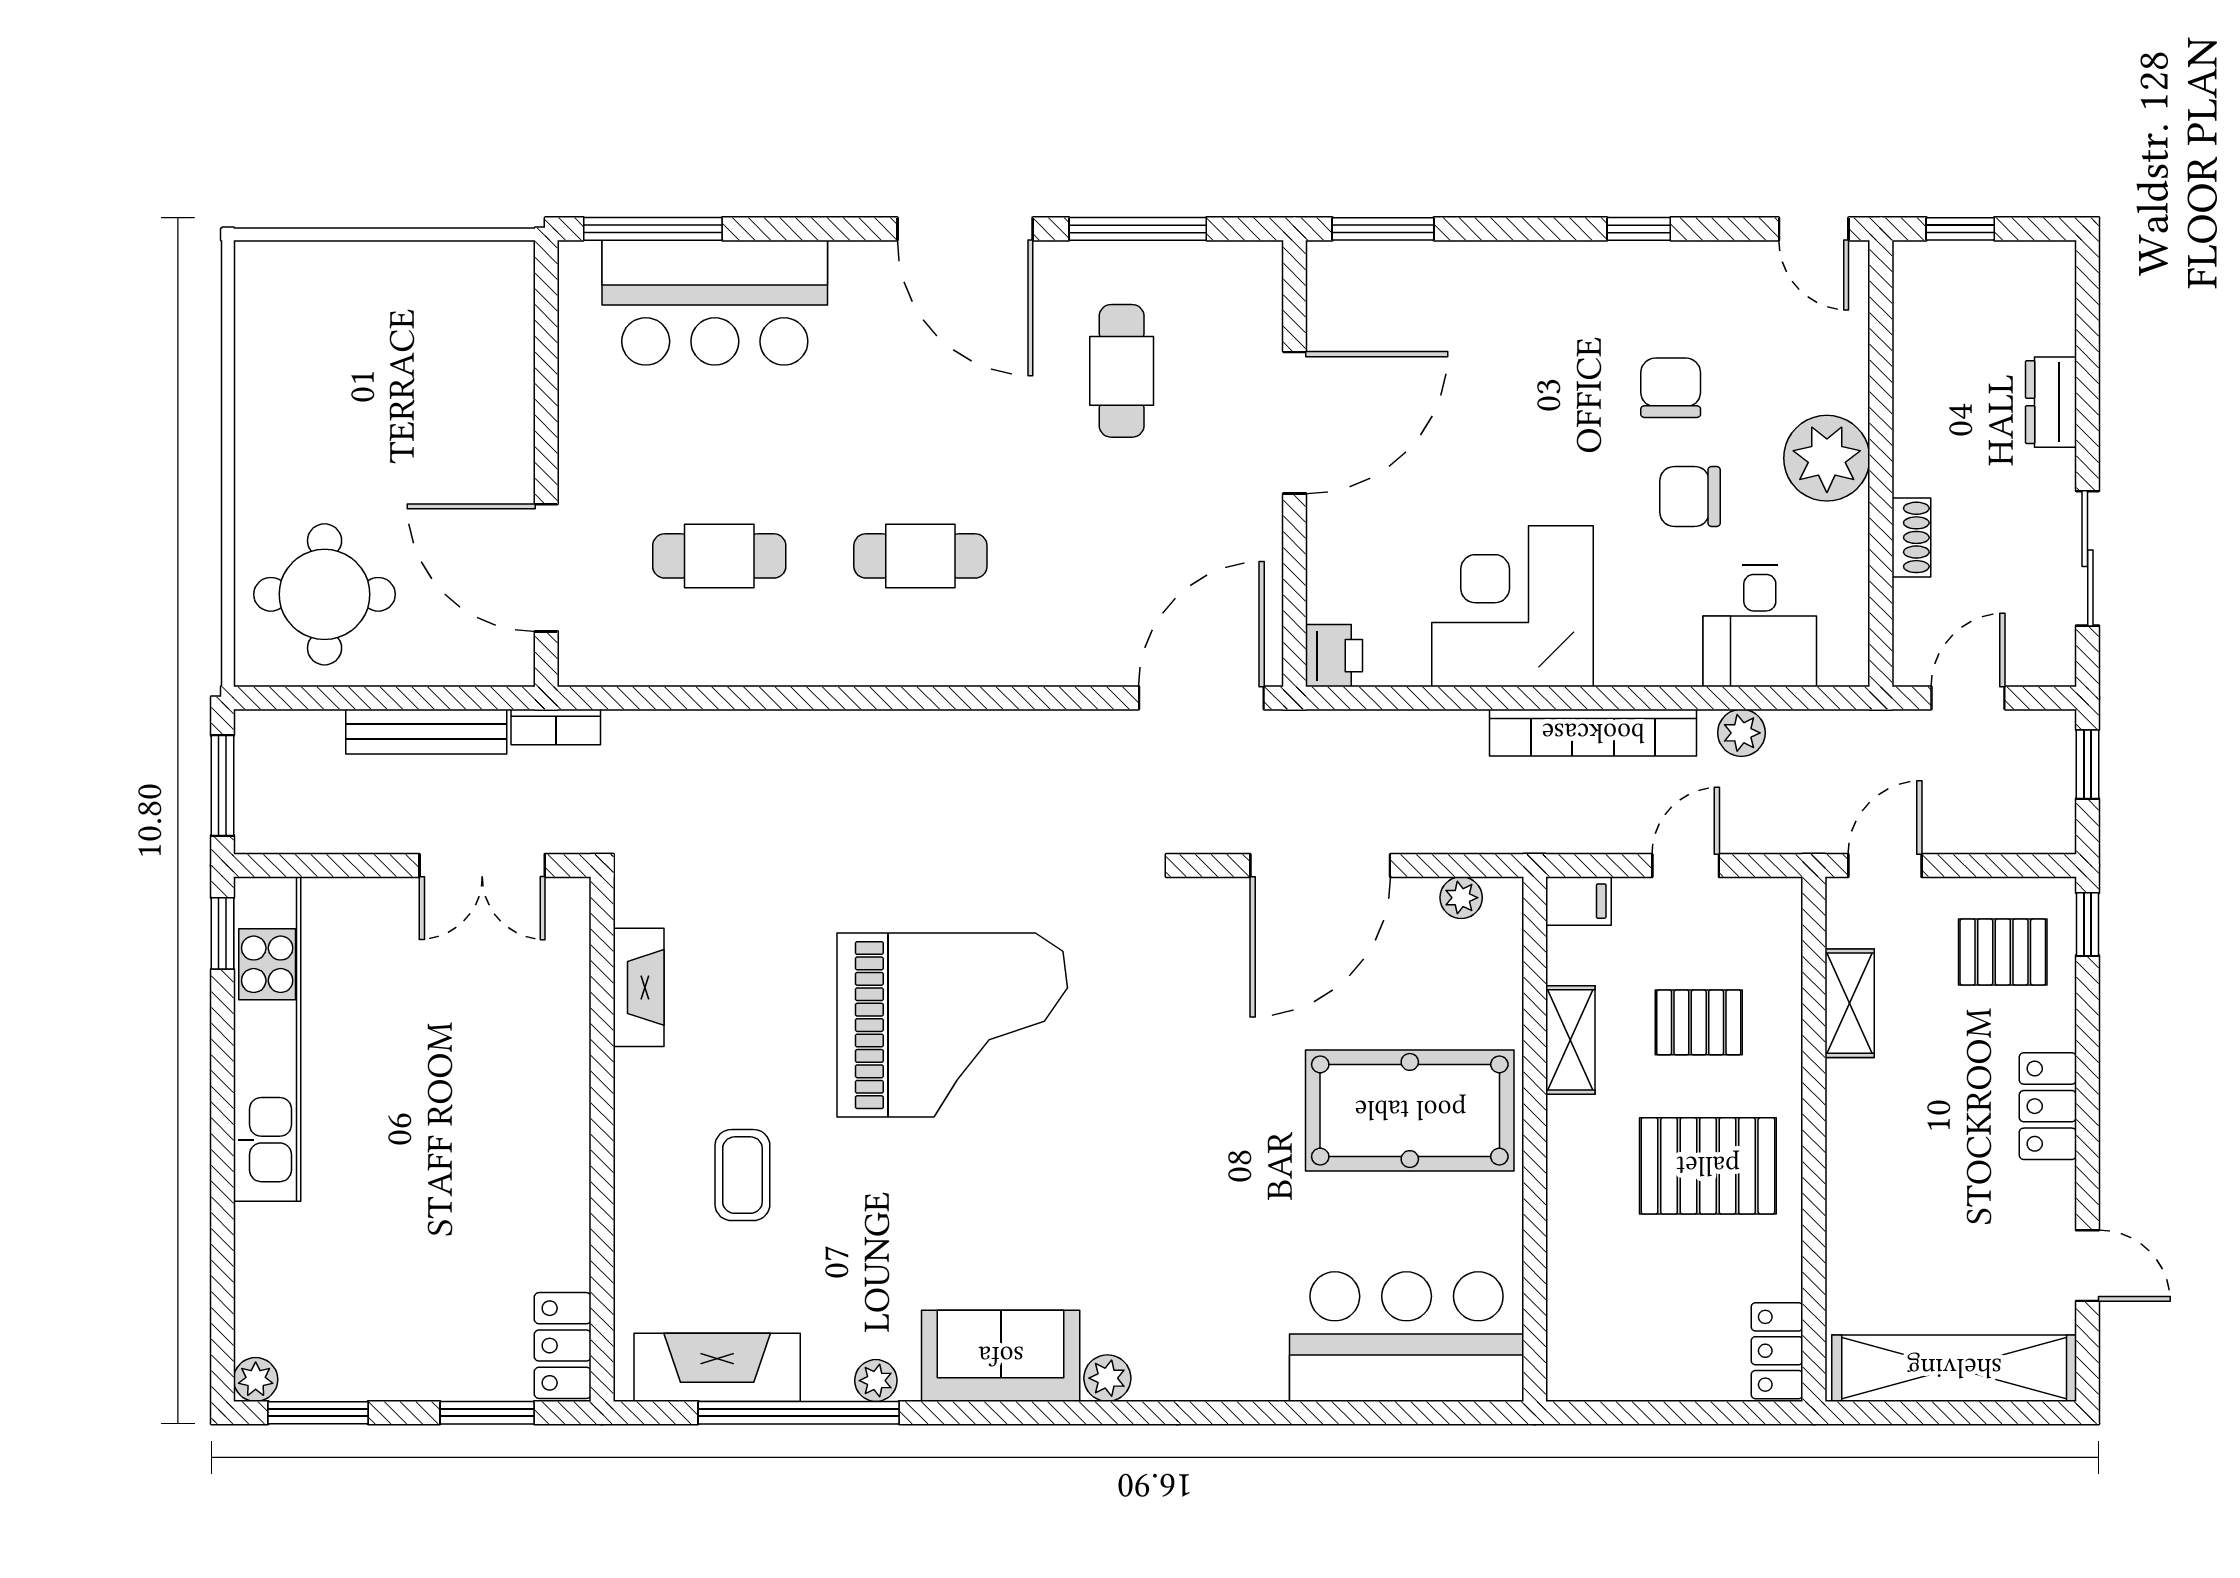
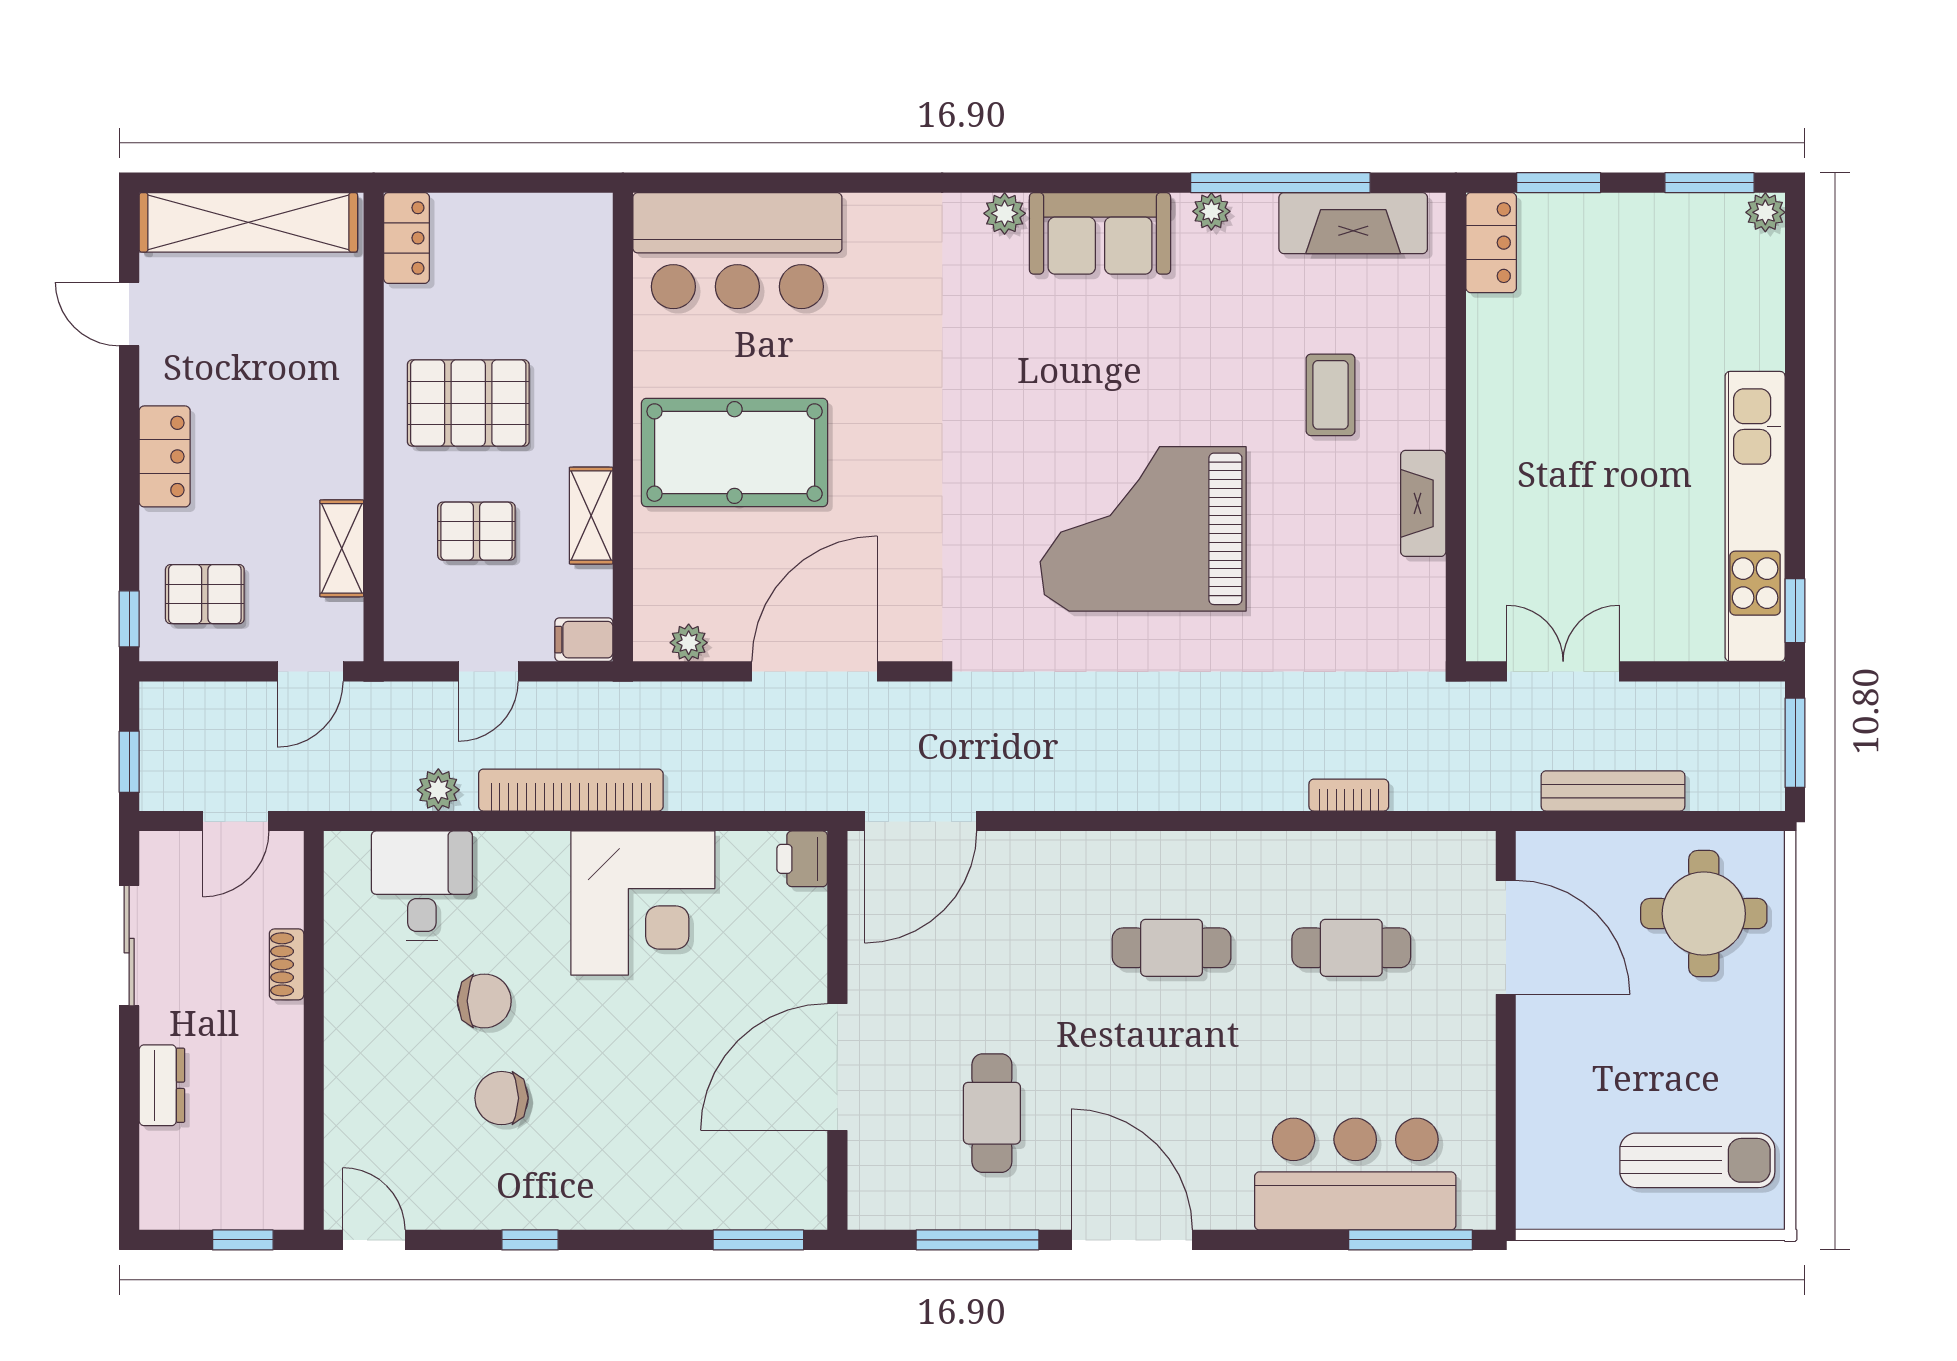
sun lounger: (332, 318) -> (1697, 1160), added
chair: (1671, 388) -> (502, 1098), turned 90
plant: (1827, 458) -> (362, 1035), removed
bookcase: (556, 727) -> (1349, 795), moved
fireplace: (639, 987) -> (1423, 503), moved

